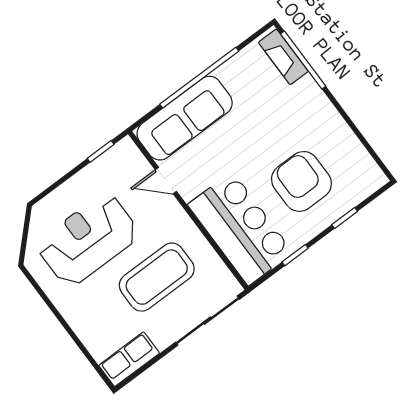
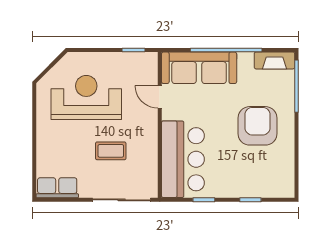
fireplace: (283, 57) -> (274, 60), moved, turned -90
armchair: (301, 181) -> (257, 126), moved
coffee table: (157, 277) -> (111, 151), width x0.54, depth x0.58

